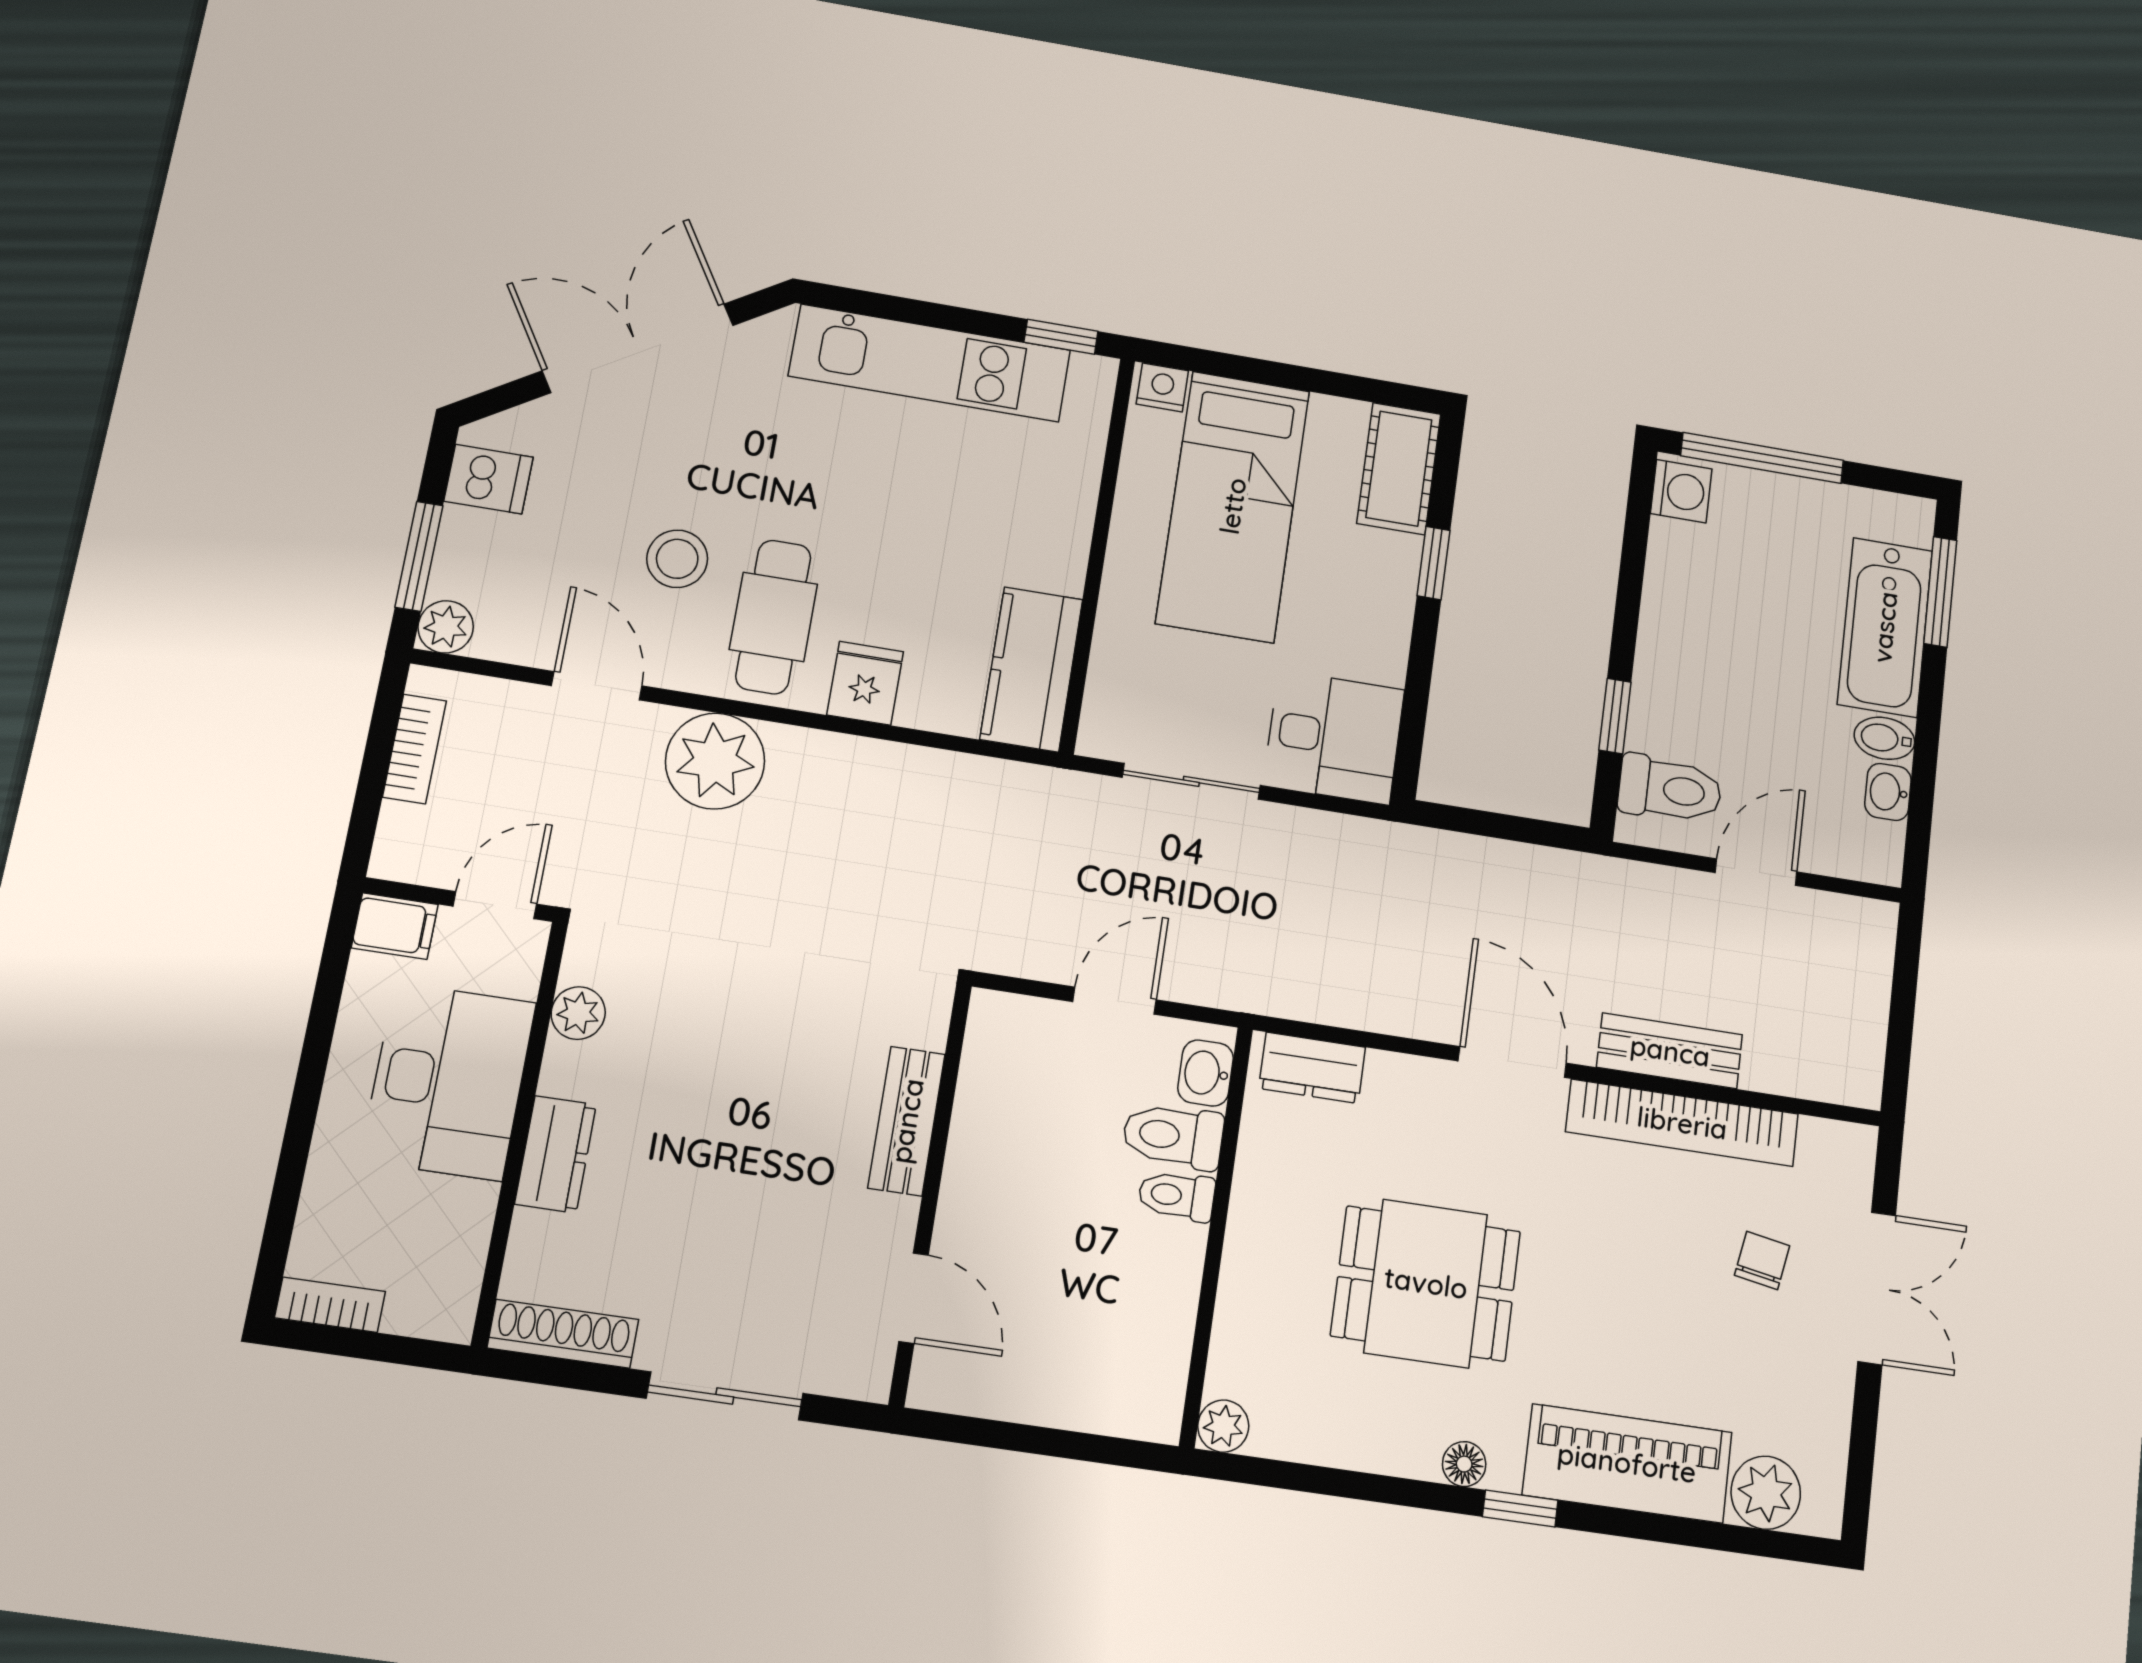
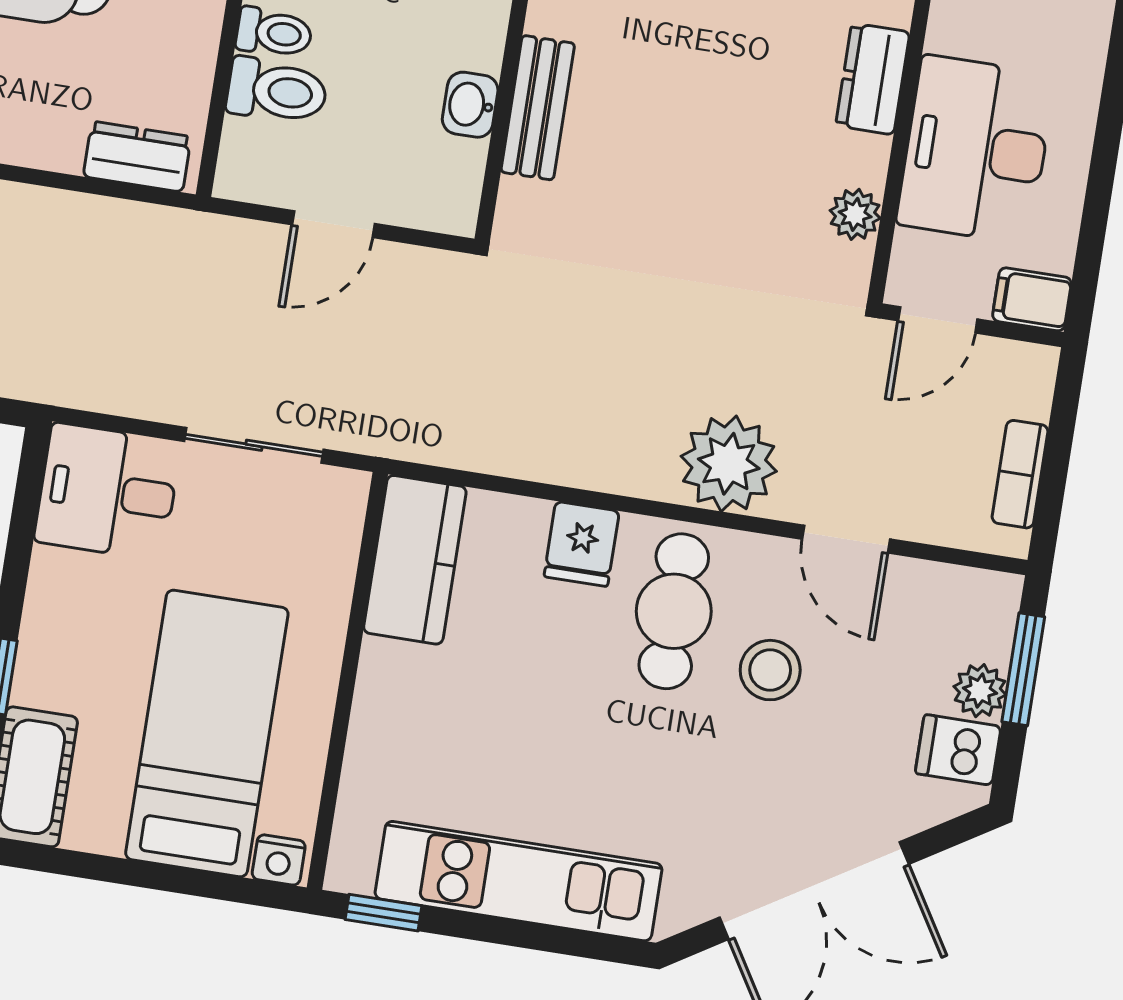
plant: (446, 627) -> (980, 691), moved
washbasin: (1206, 1073) -> (470, 105), moved, turned 180

